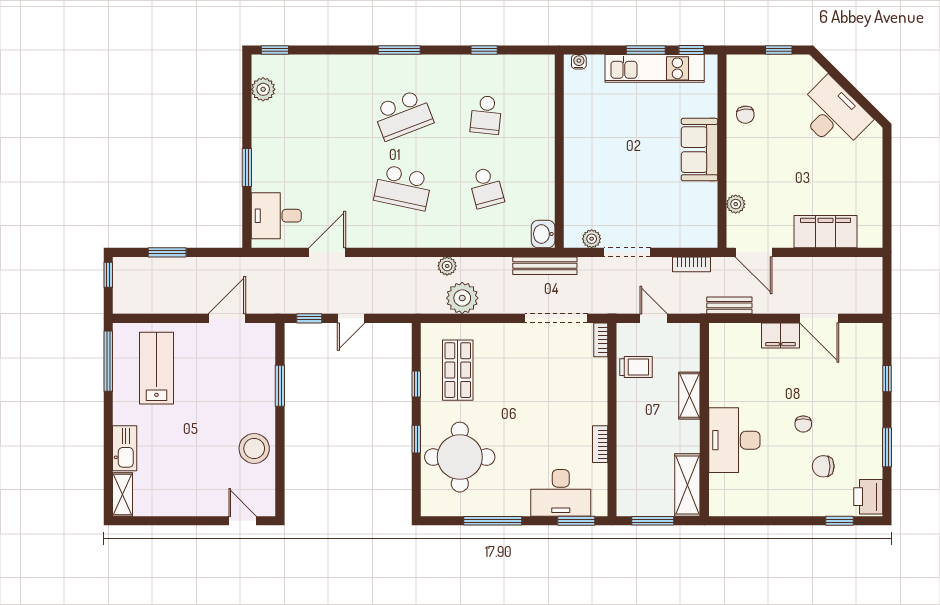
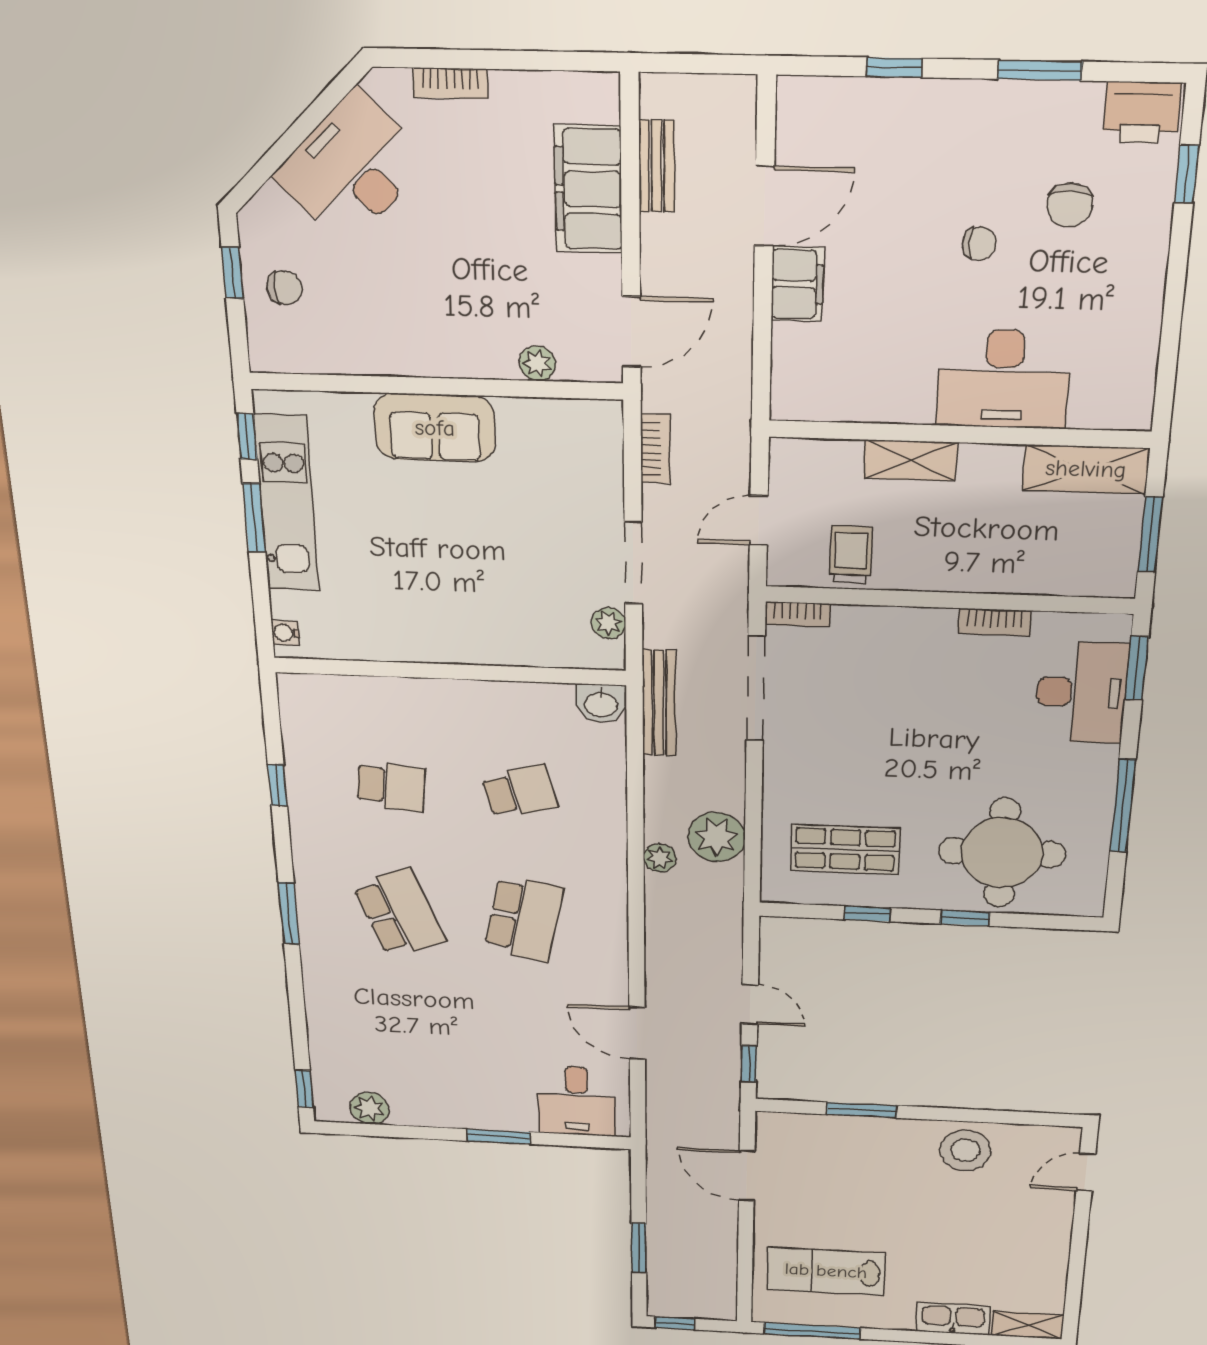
chair: (745, 115) -> (285, 288), moved
bookcase: (875, 166) -> (451, 83), added
bench: (729, 305) -> (657, 166), moved

